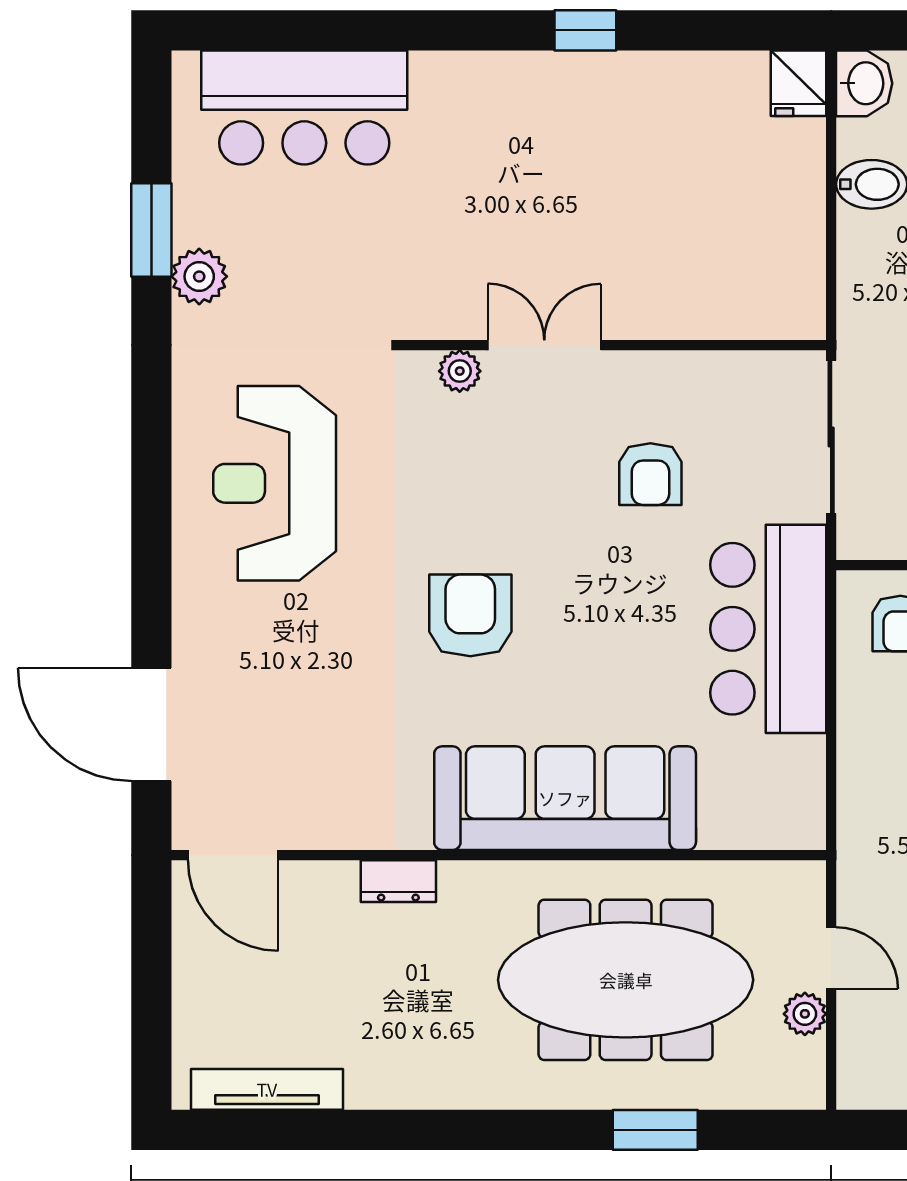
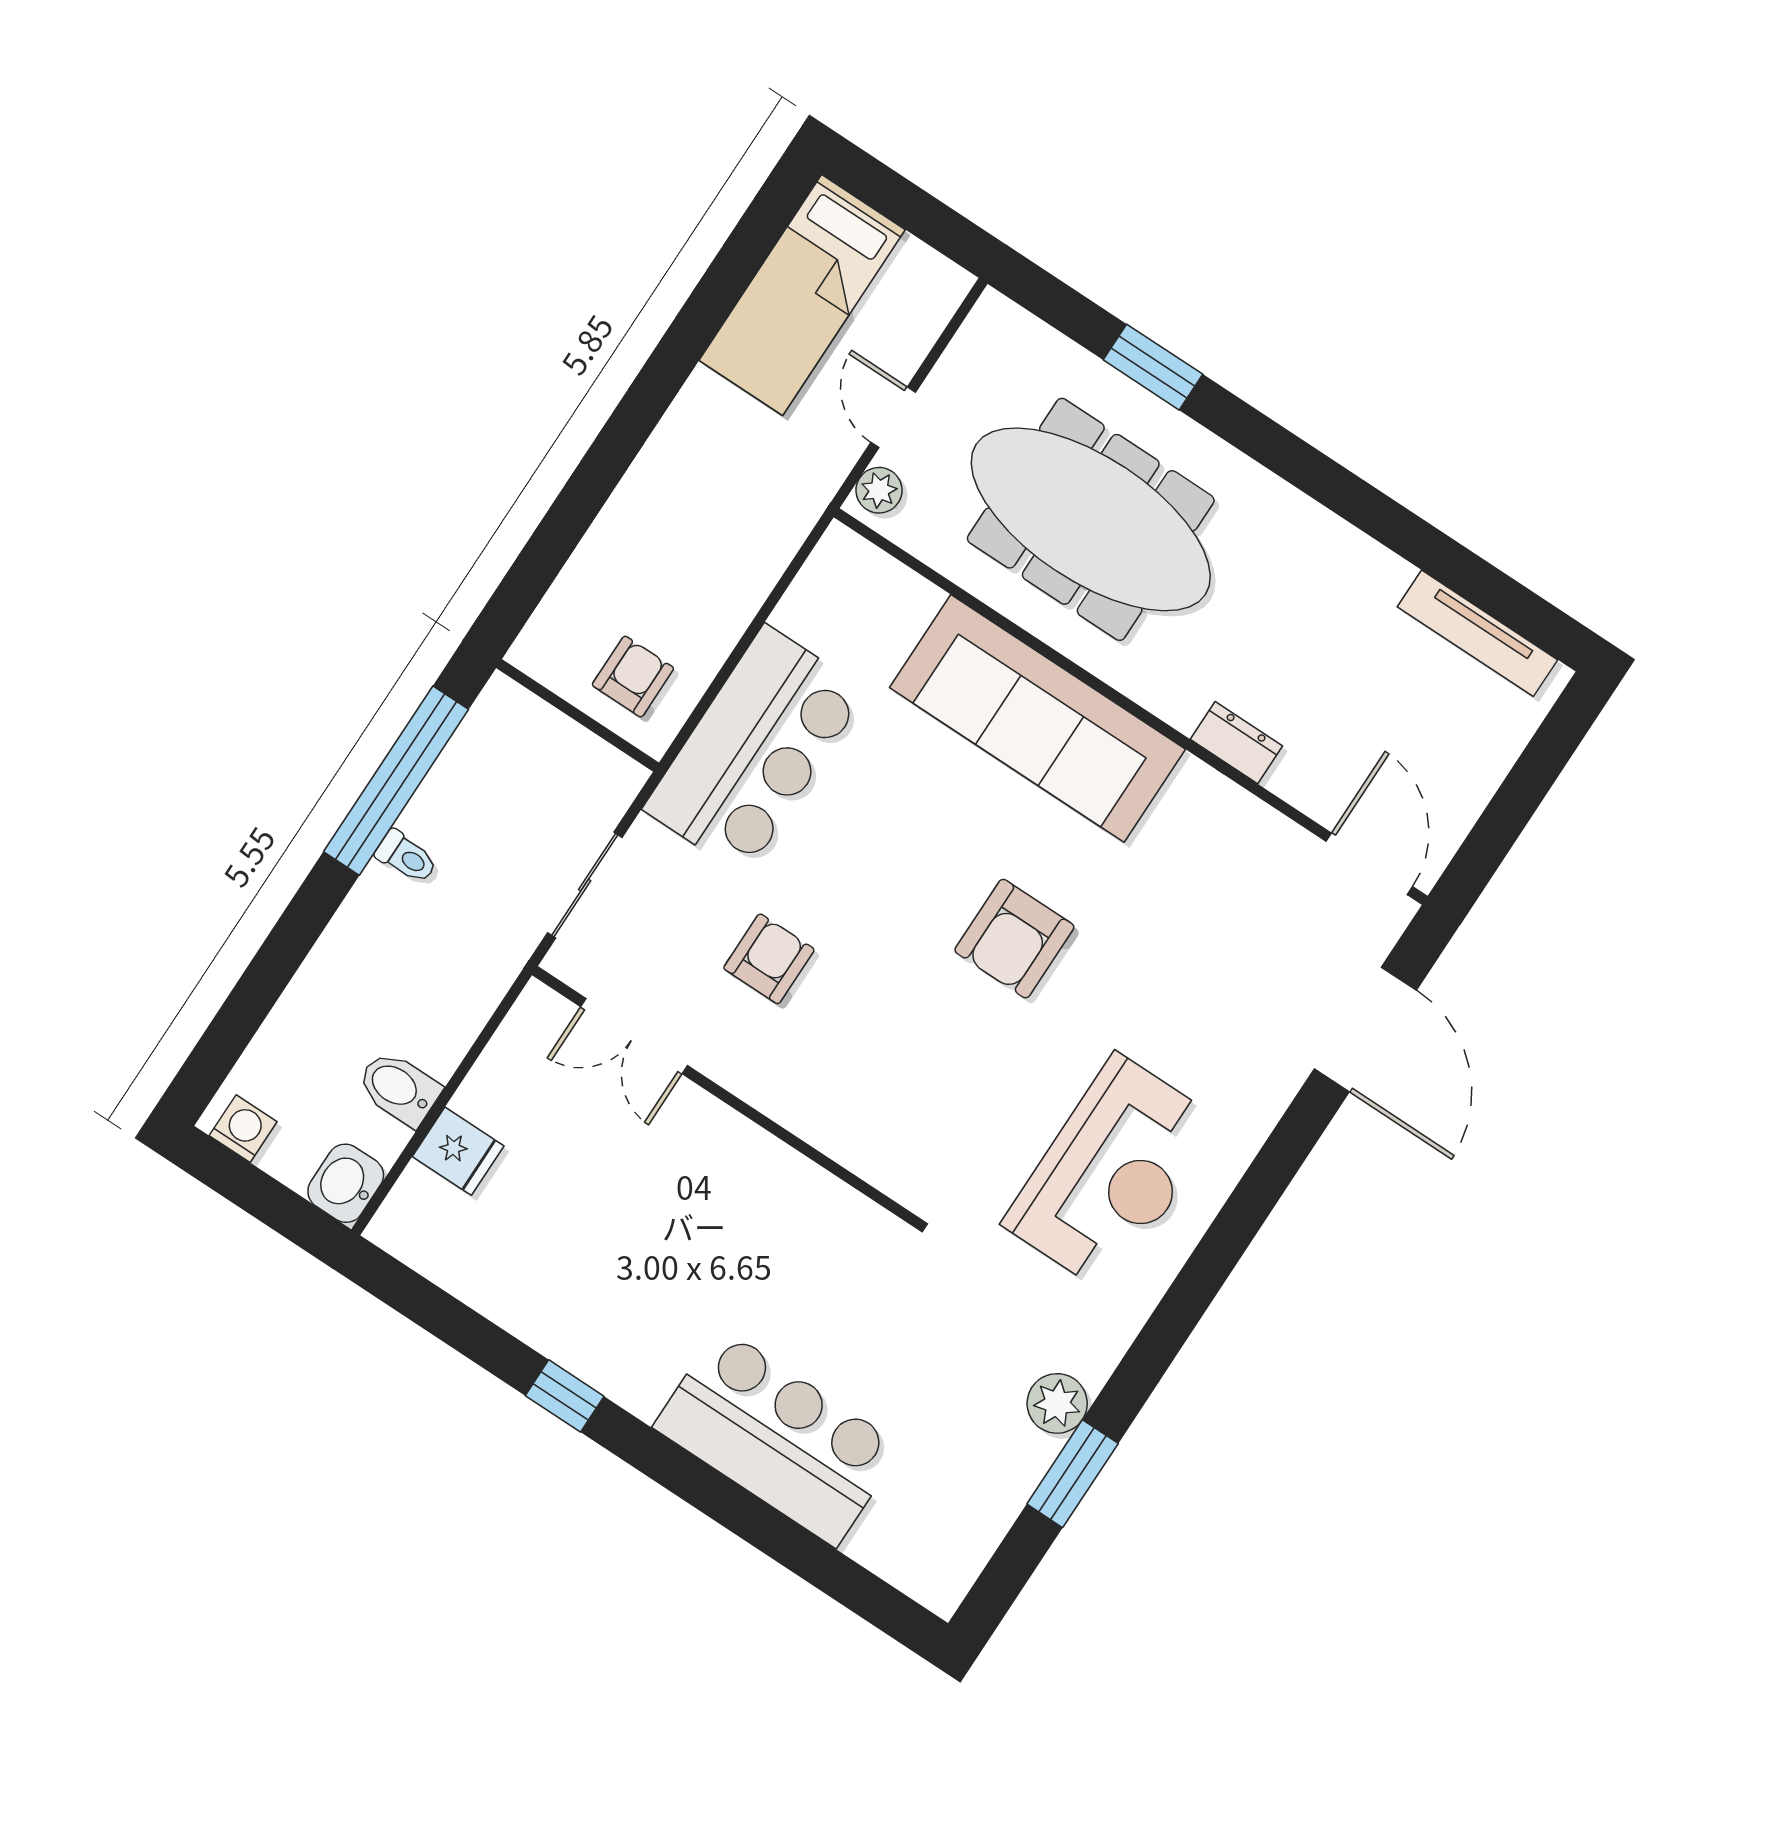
fridge: (799, 83) -> (458, 1151), moved, turned 90
bar counter: (304, 107) -> (778, 1437), moved
double door: (544, 345) -> (634, 1036), moved
plant: (460, 371) -> (879, 1164), removed
sliding door: (831, 437) -> (585, 885), width x0.73
plant: (805, 1014) -> (879, 490), moved

